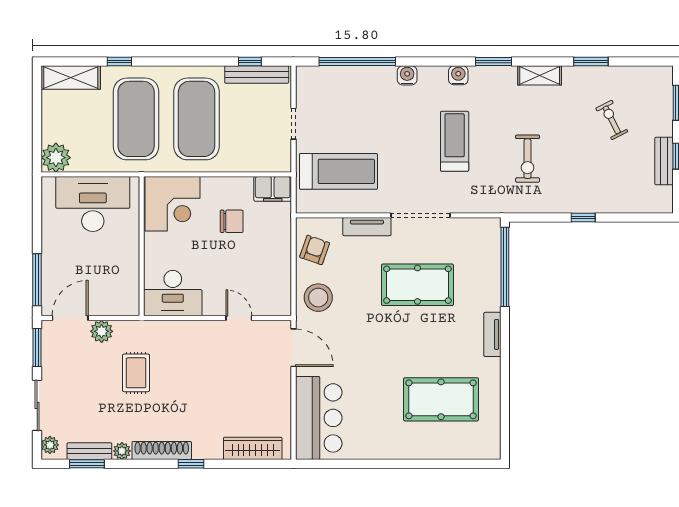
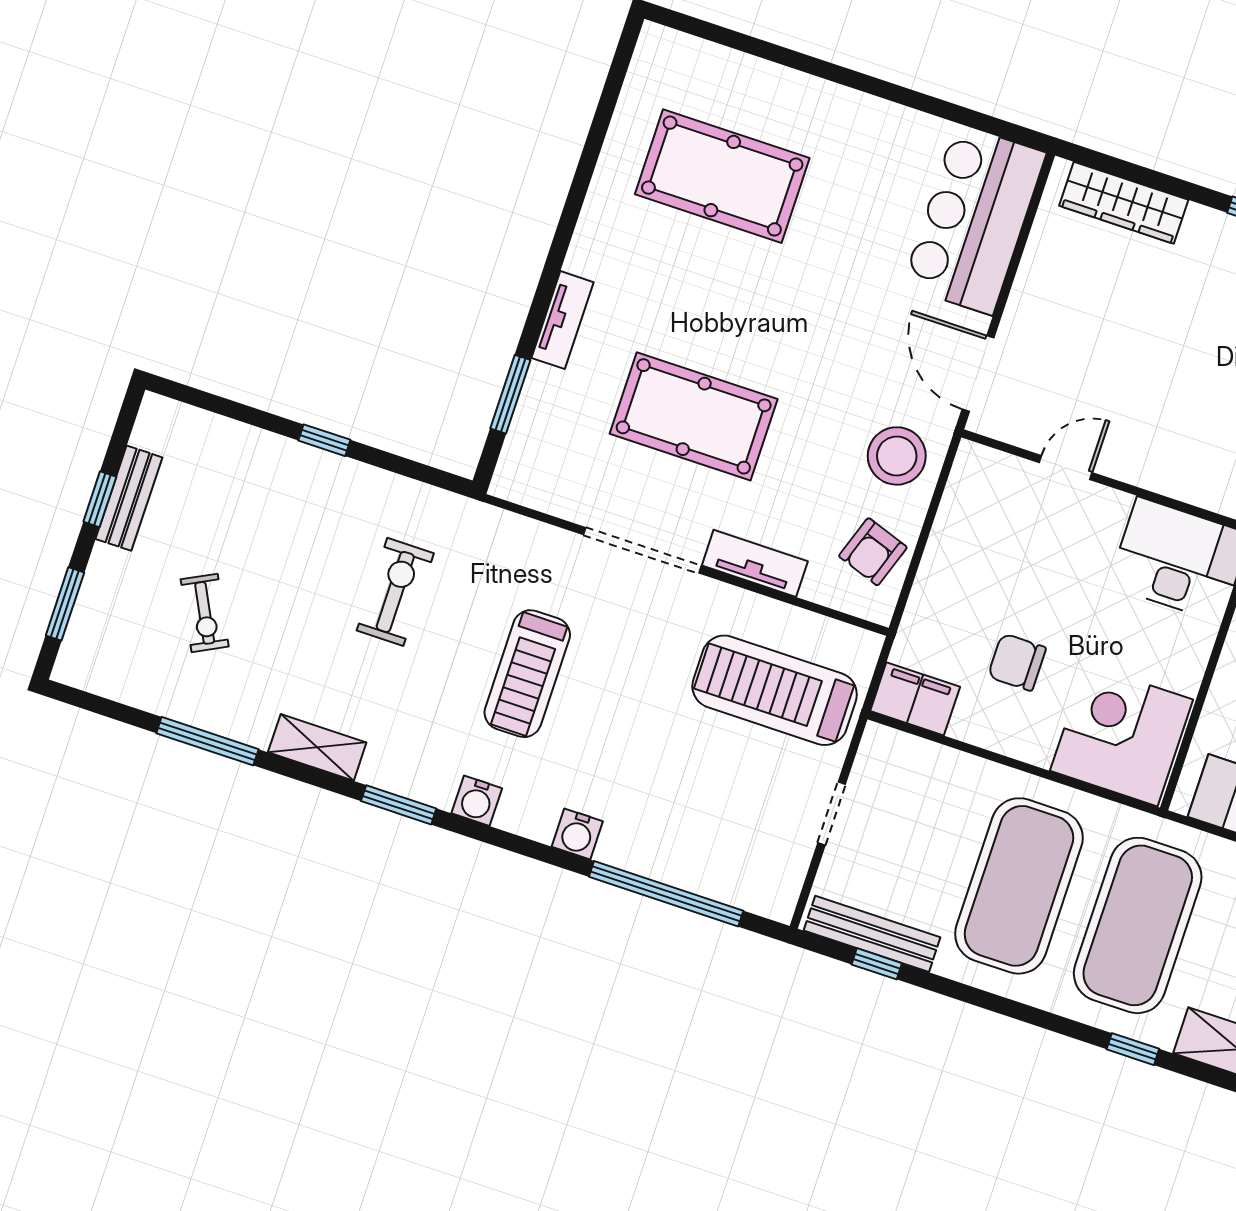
window: (591, 61) -> (207, 741), width x1.44
window: (505, 267) -> (510, 394), width x0.47
door: (239, 318) -> (1066, 468), swing flipped
tv unit: (492, 334) -> (563, 320), moved

